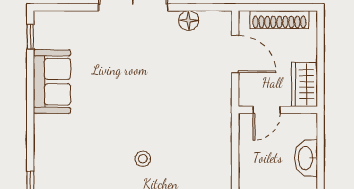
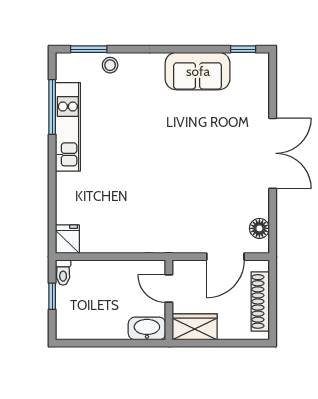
floor lamp: (189, 20) -> (259, 228), moved
washbasin: (306, 158) -> (147, 329), moved
stool: (143, 159) -> (110, 65), moved

